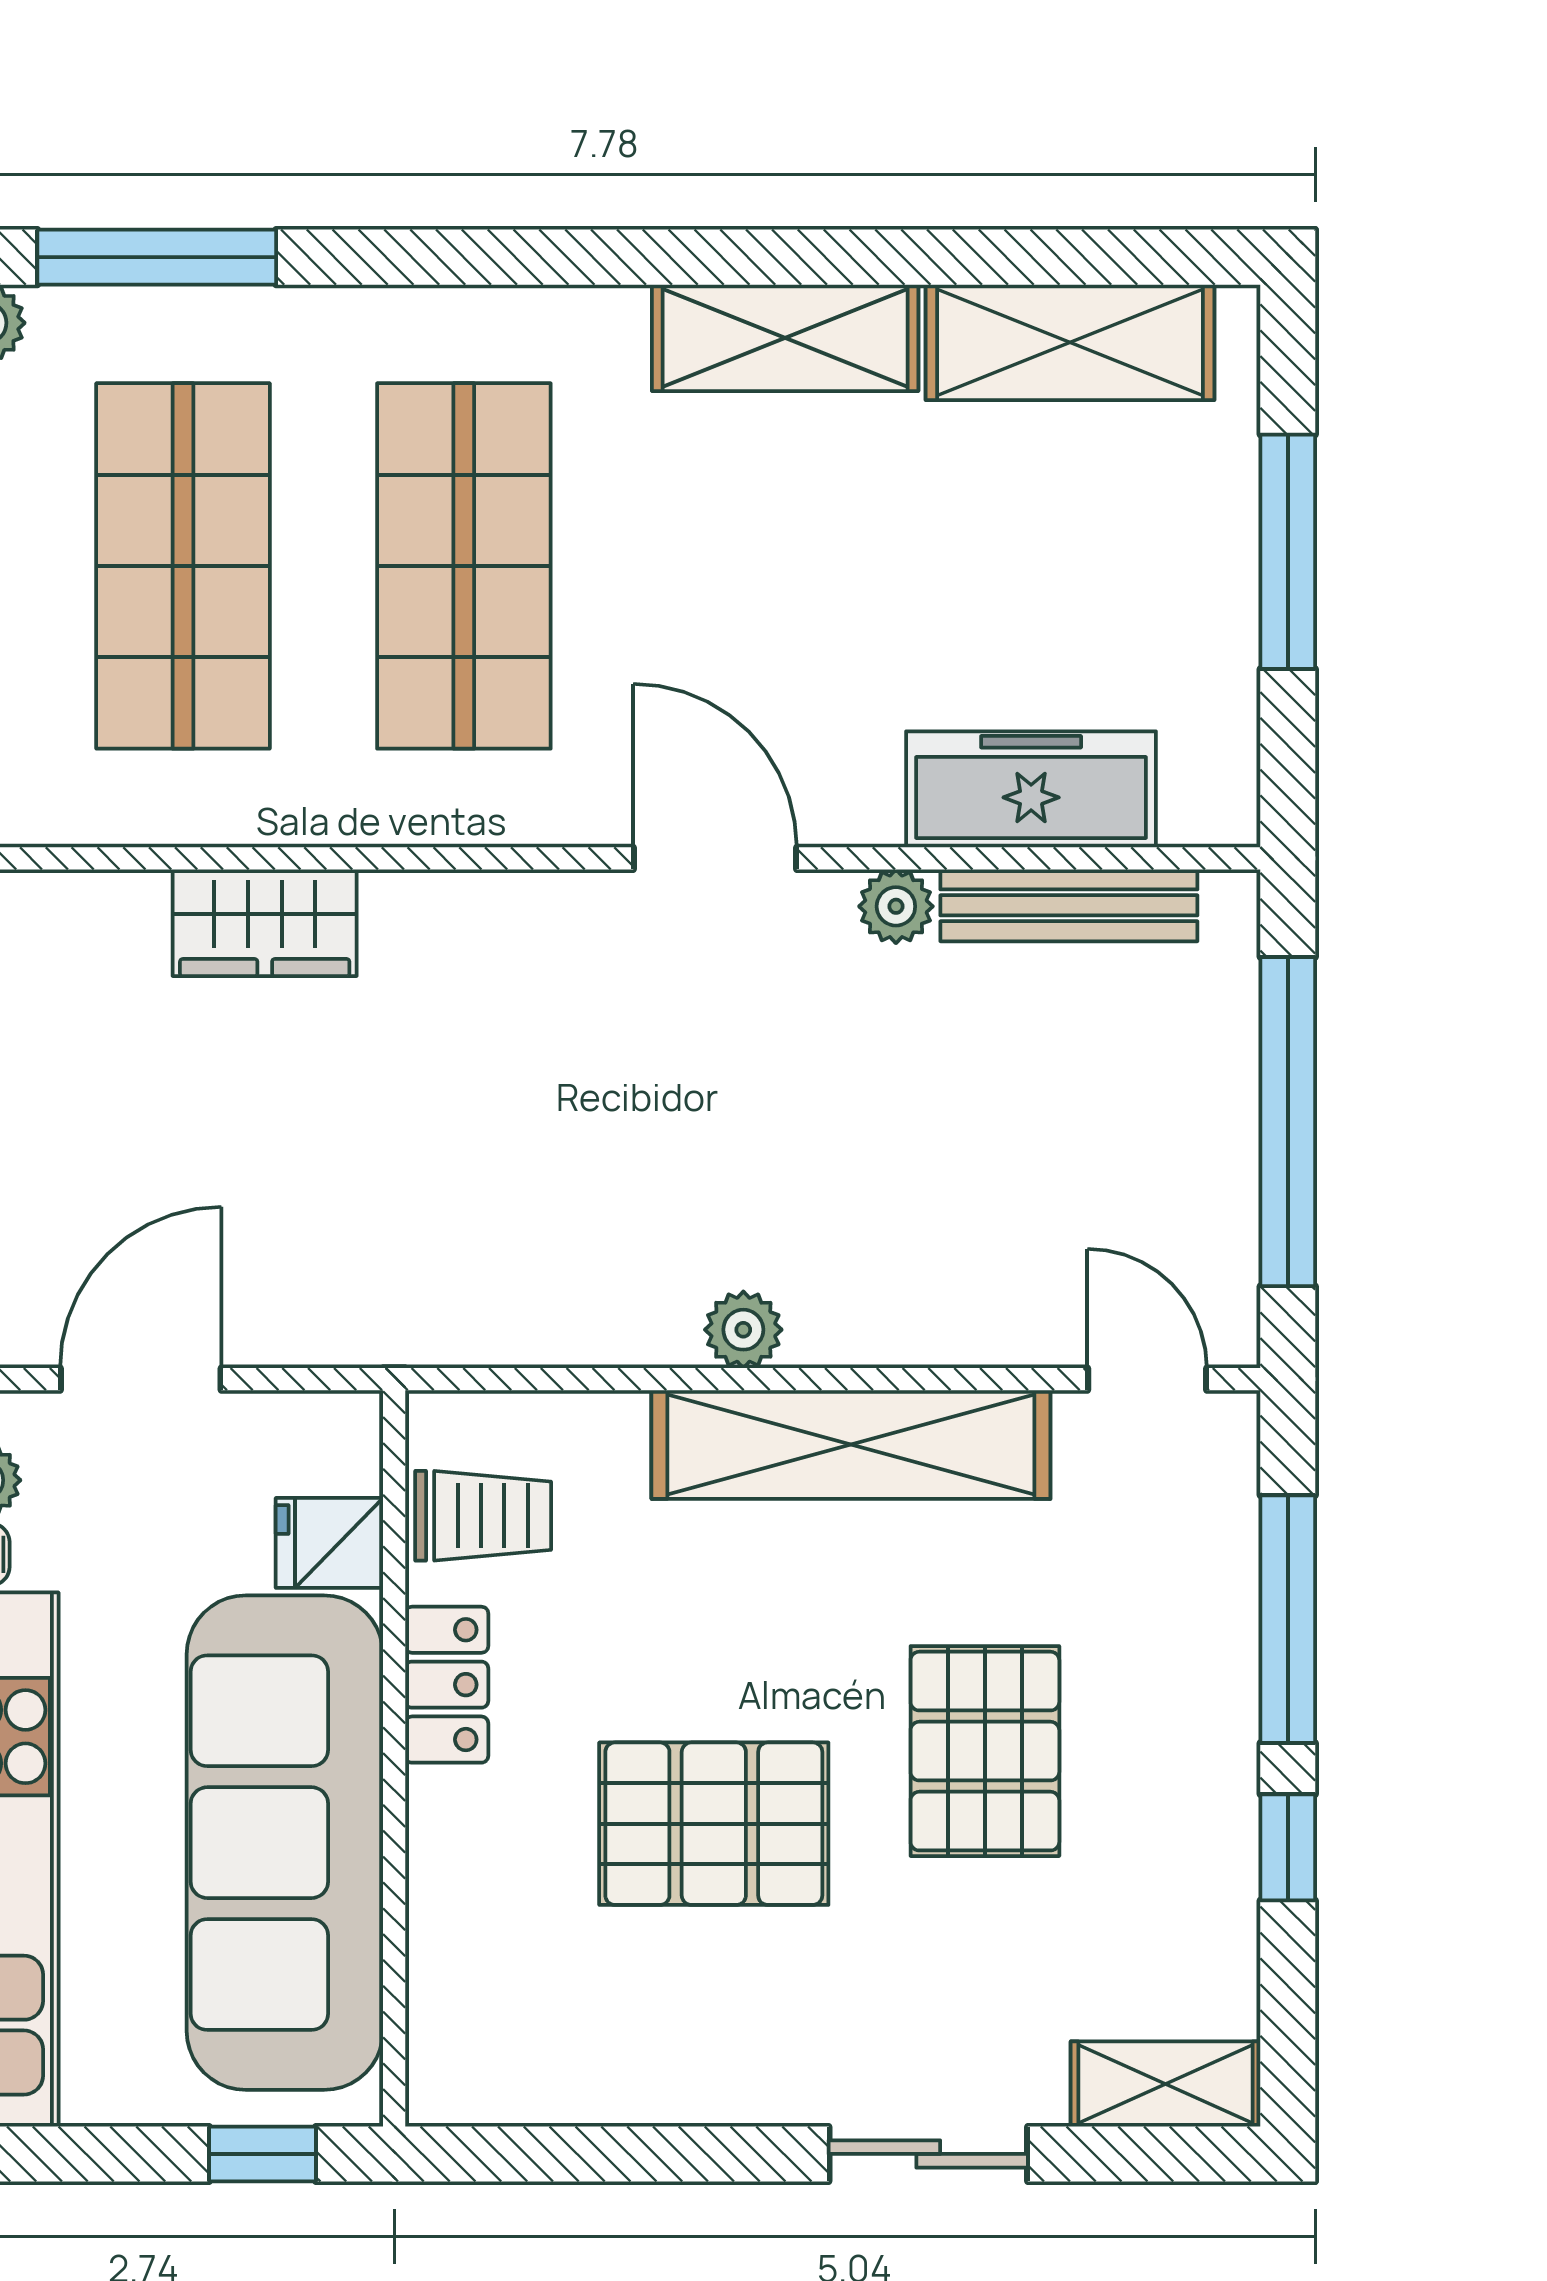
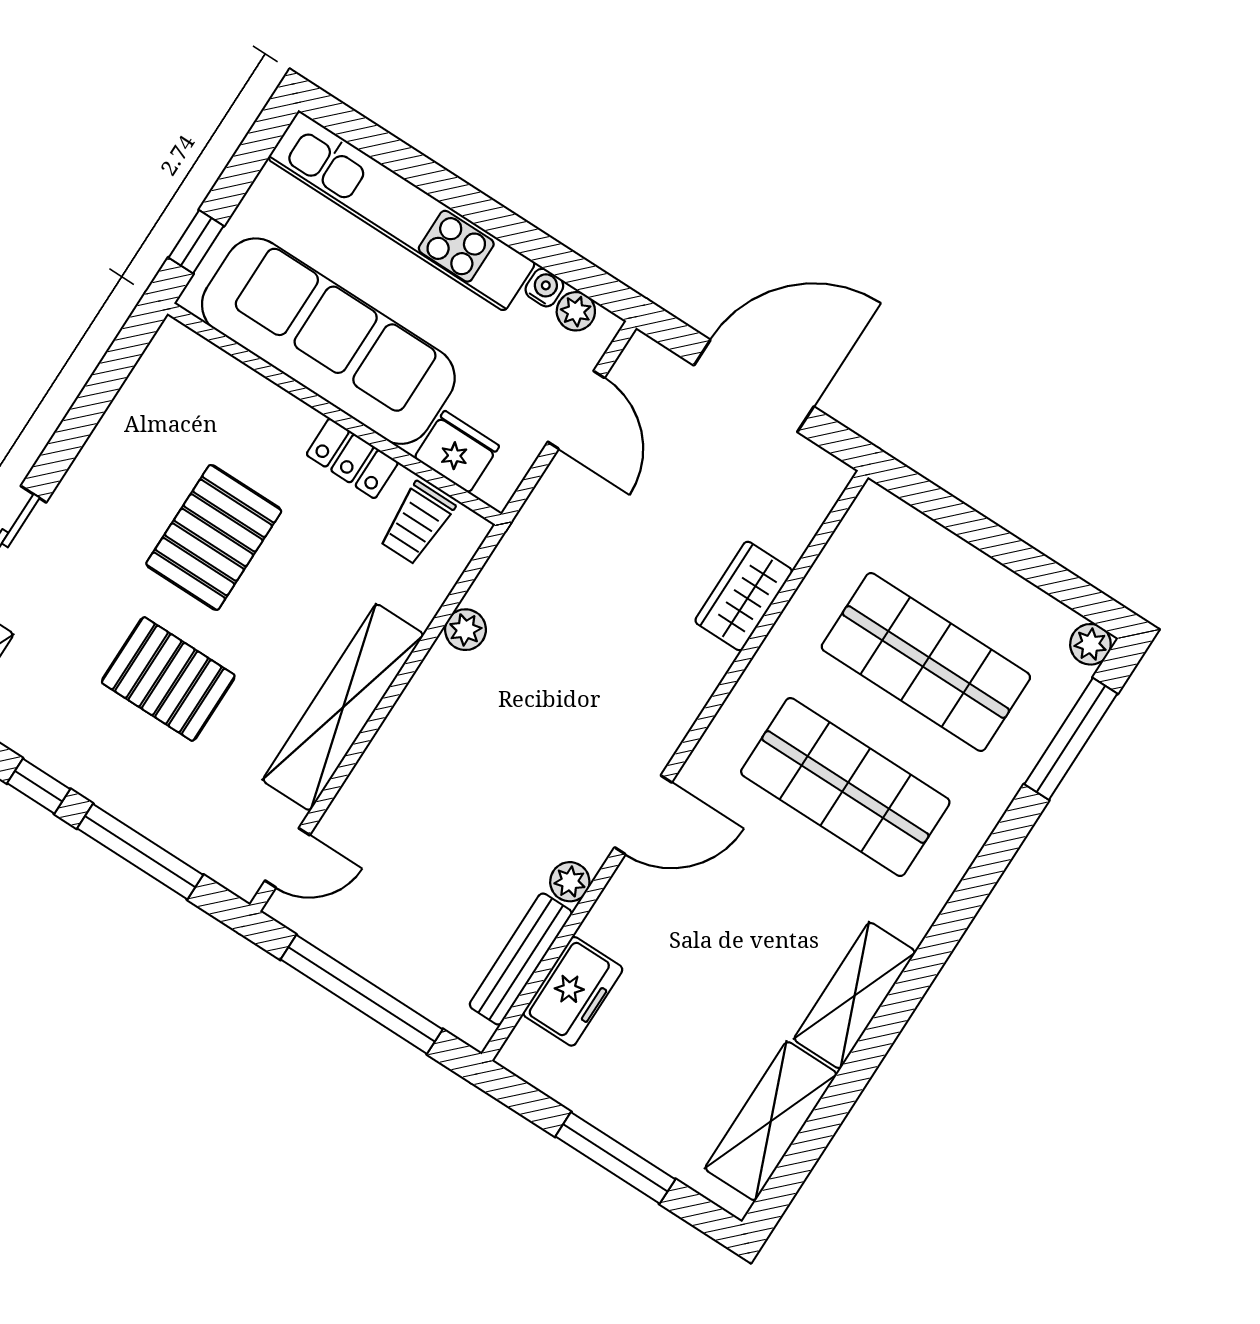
freezer: (1031, 789) -> (573, 991), width x0.71
plant: (743, 1330) -> (466, 630), moved
fridge: (329, 1543) -> (457, 452), width x1.38

